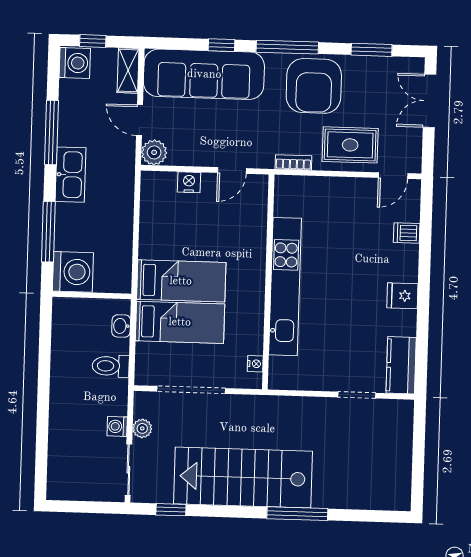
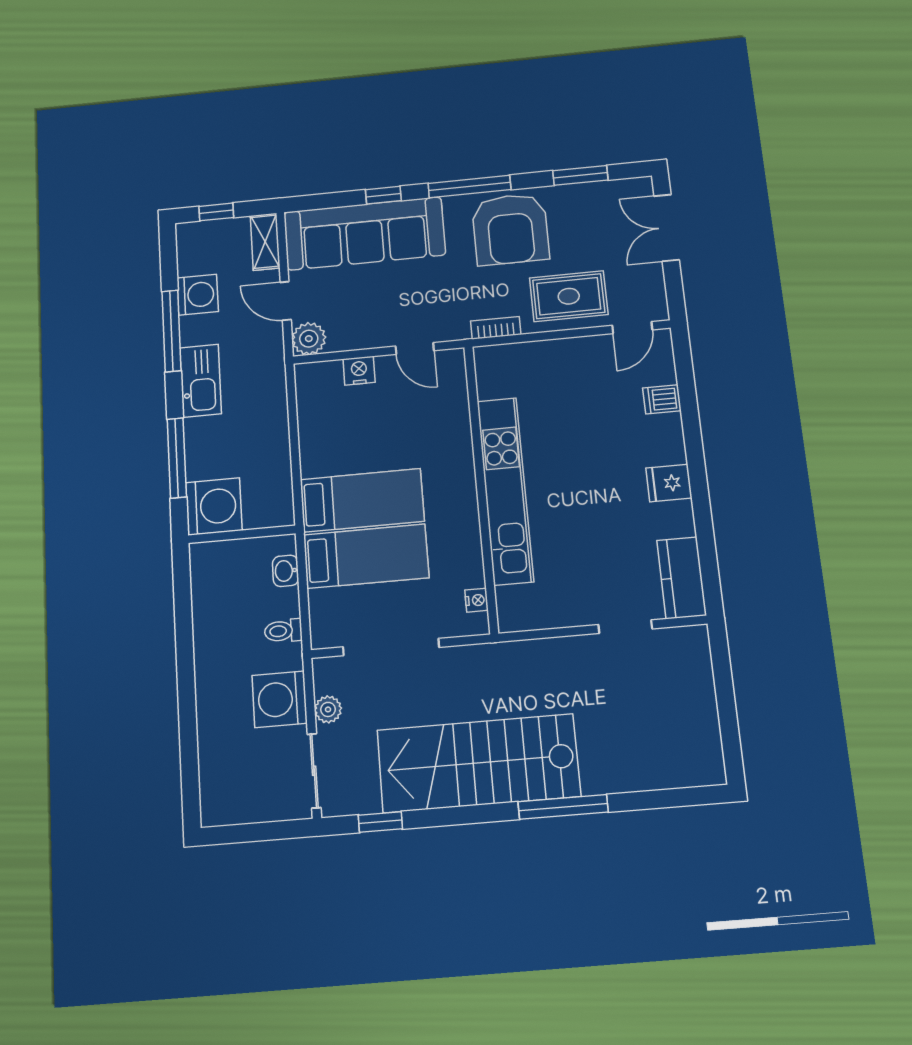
washing machine: (75, 63) -> (198, 295), moved
door: (232, 171) -> (415, 348), hinge flipped
toilet: (111, 366) -> (283, 631), width x0.73, depth x0.72
washing machine: (117, 426) -> (280, 699), width x1.89, depth x1.89

